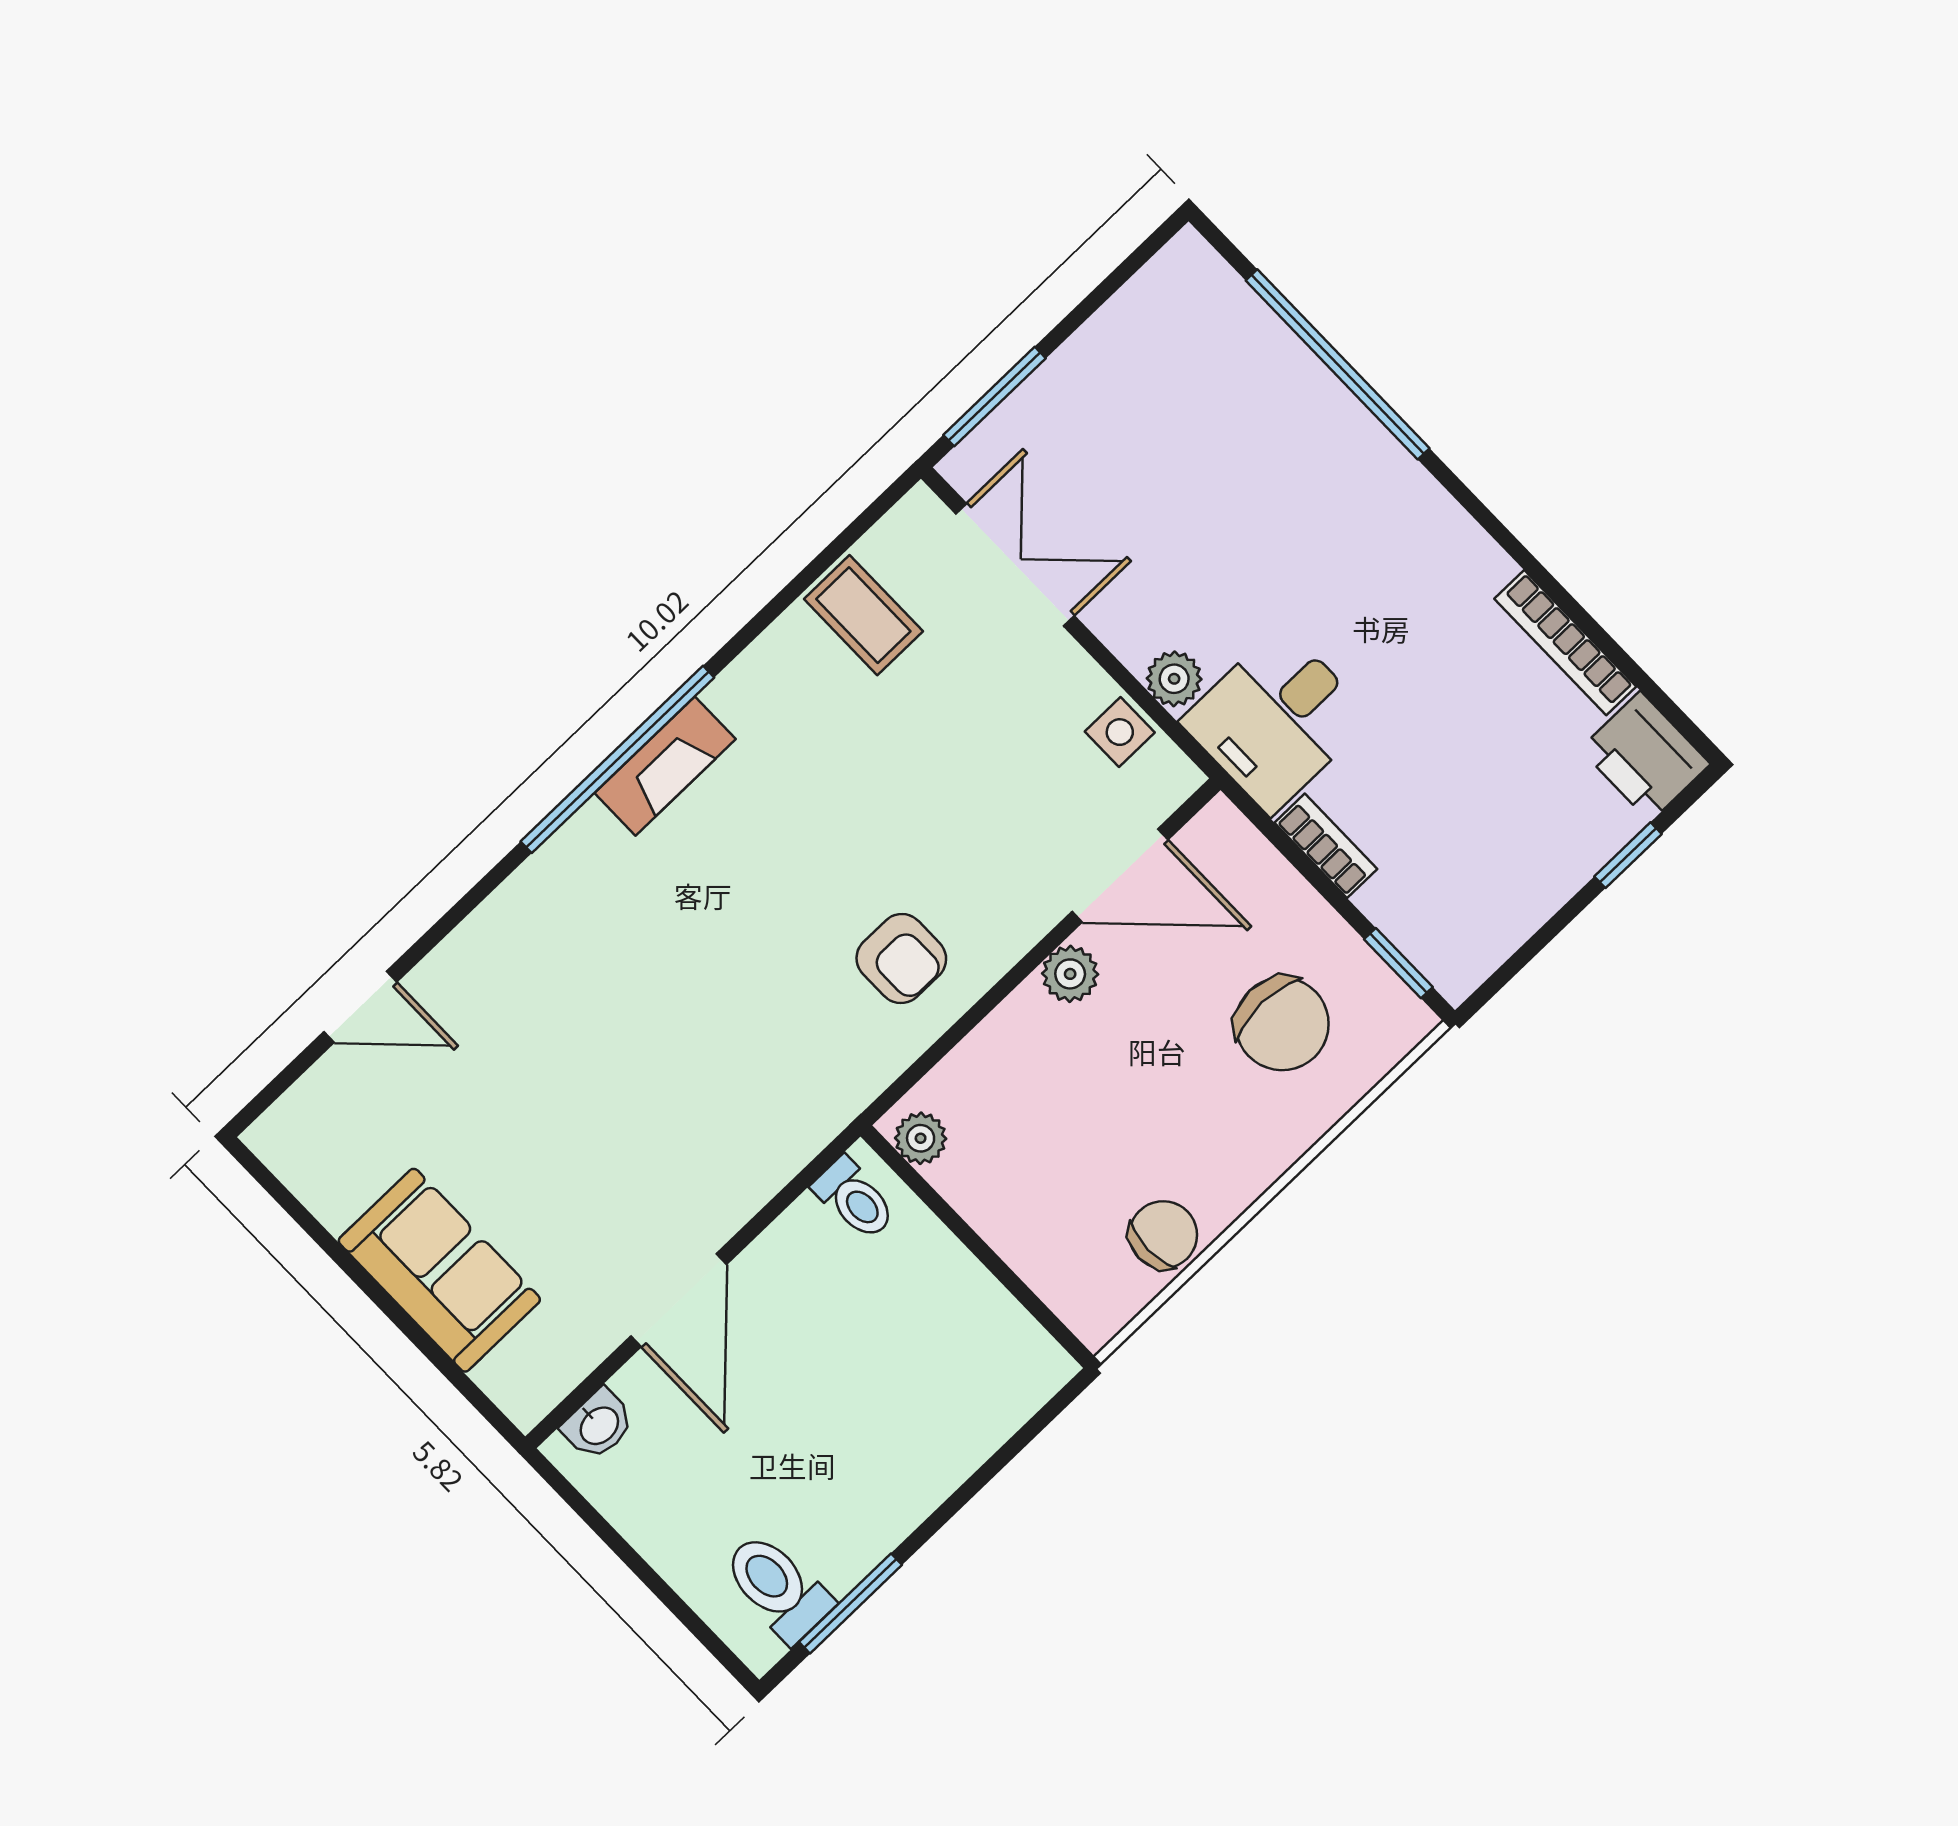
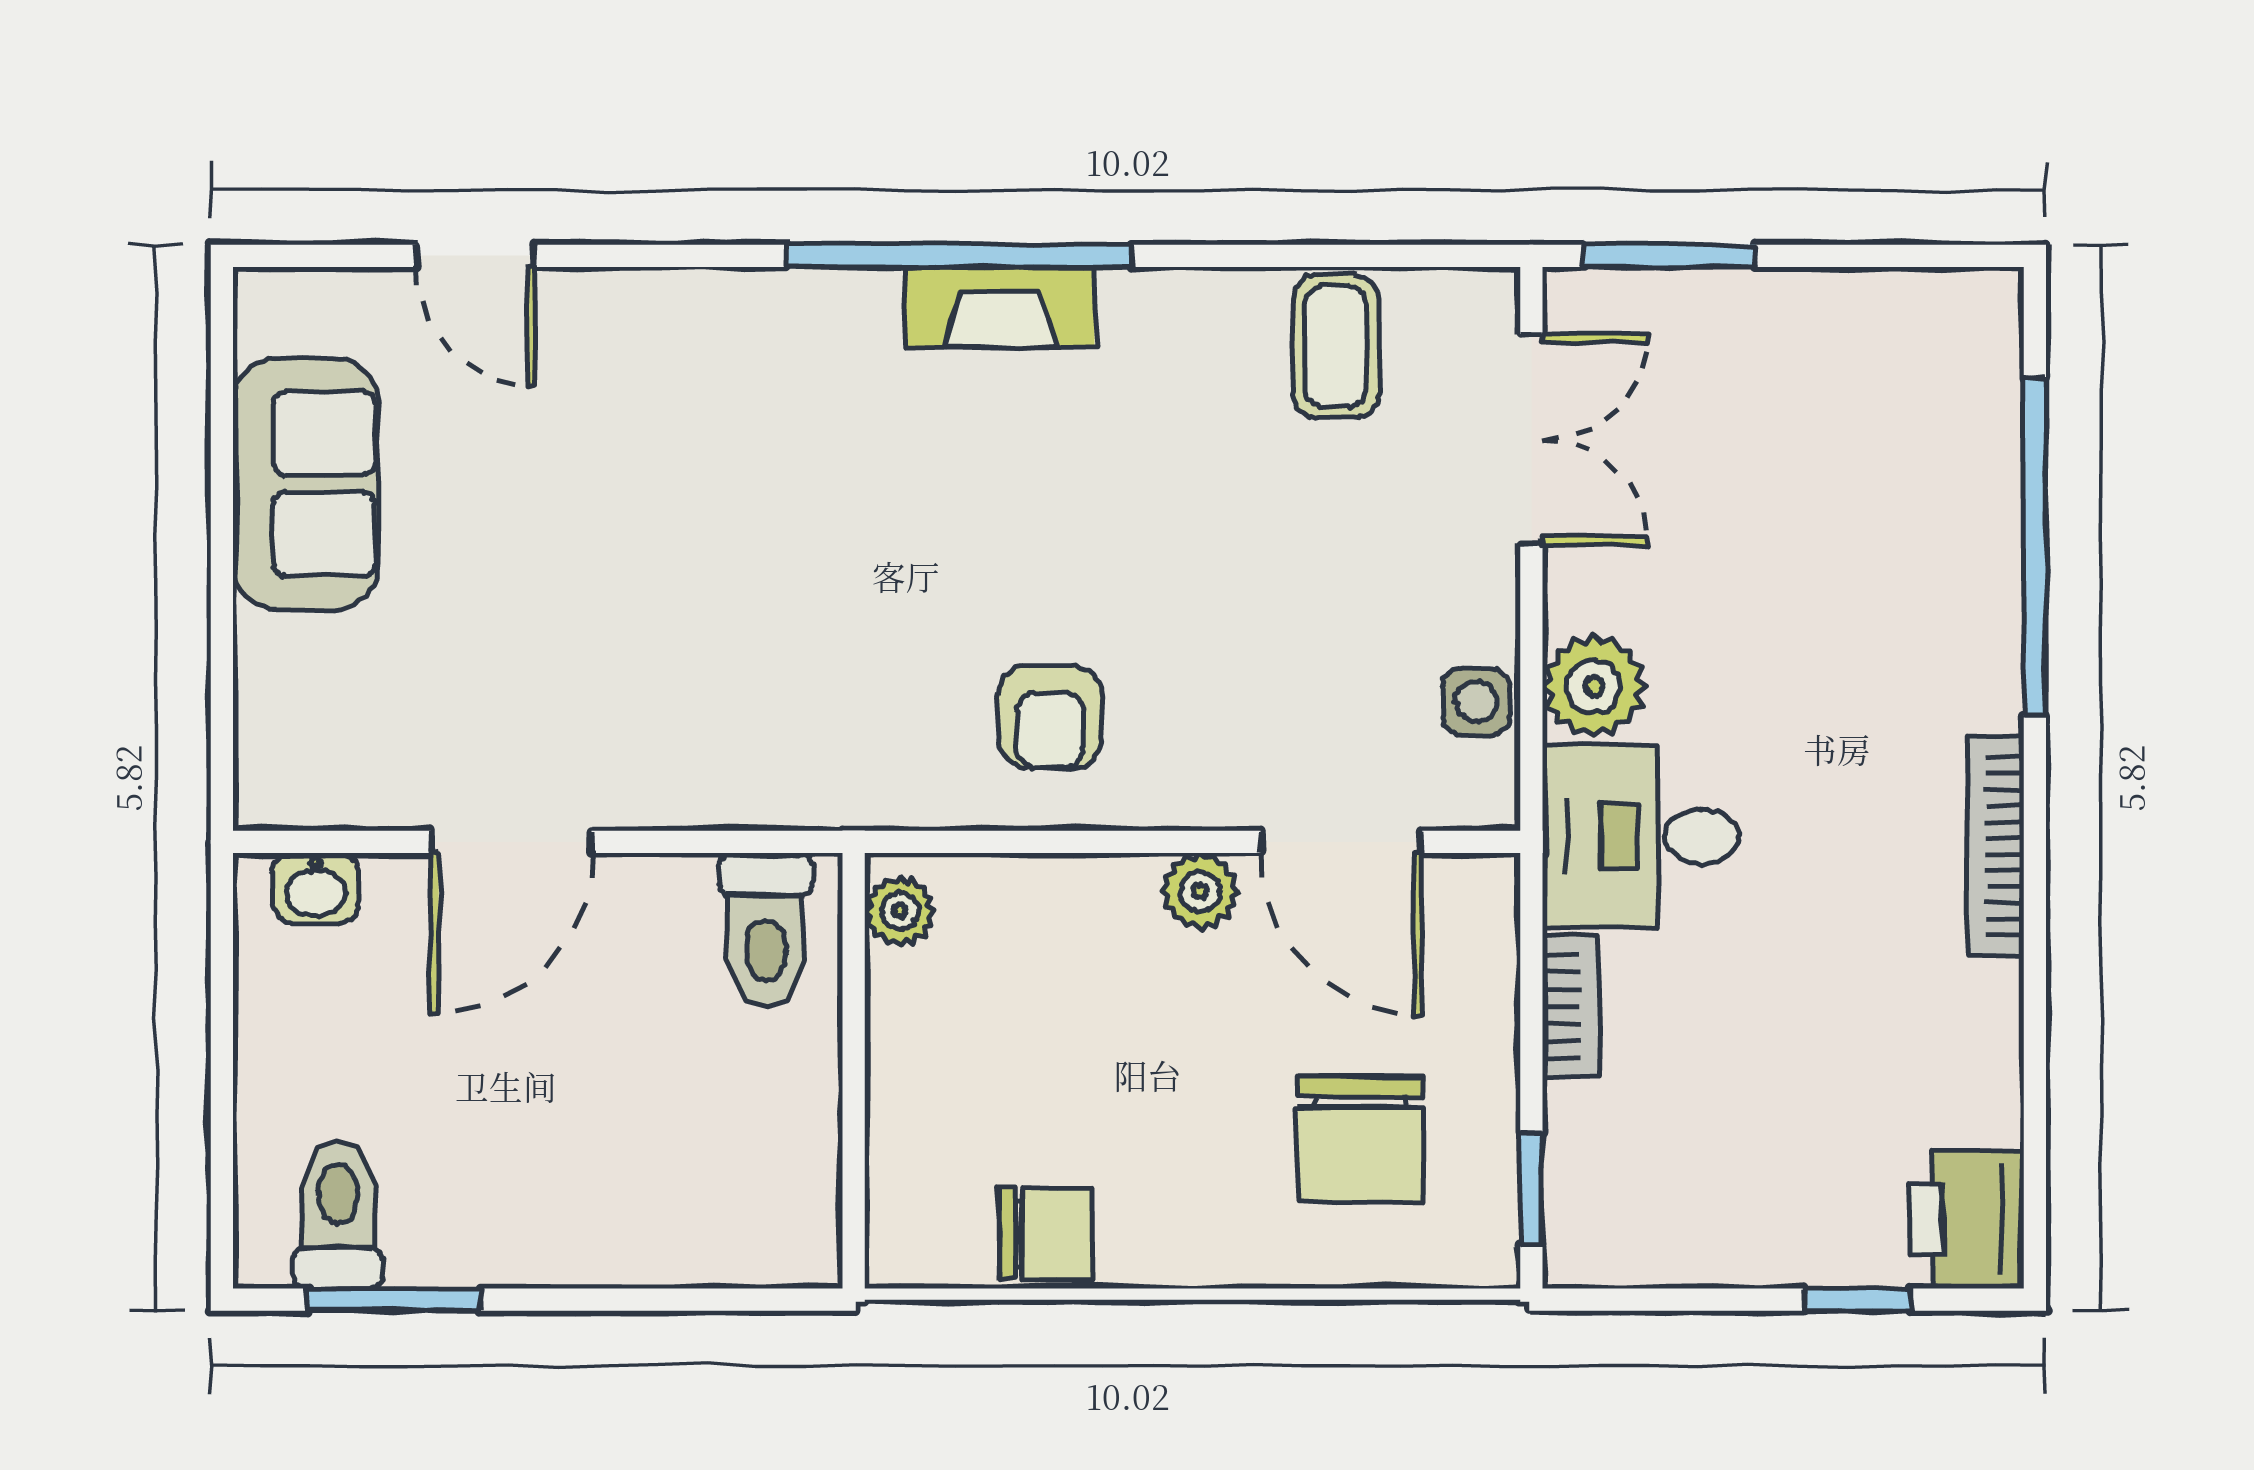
bookcase: (1565, 643) -> (1996, 846), moved
plant: (1174, 679) -> (1593, 687), width x1.38, depth x1.38
toilet: (854, 1199) -> (766, 929), width x1.37, depth x1.39
sofa: (439, 1270) -> (305, 484), moved

